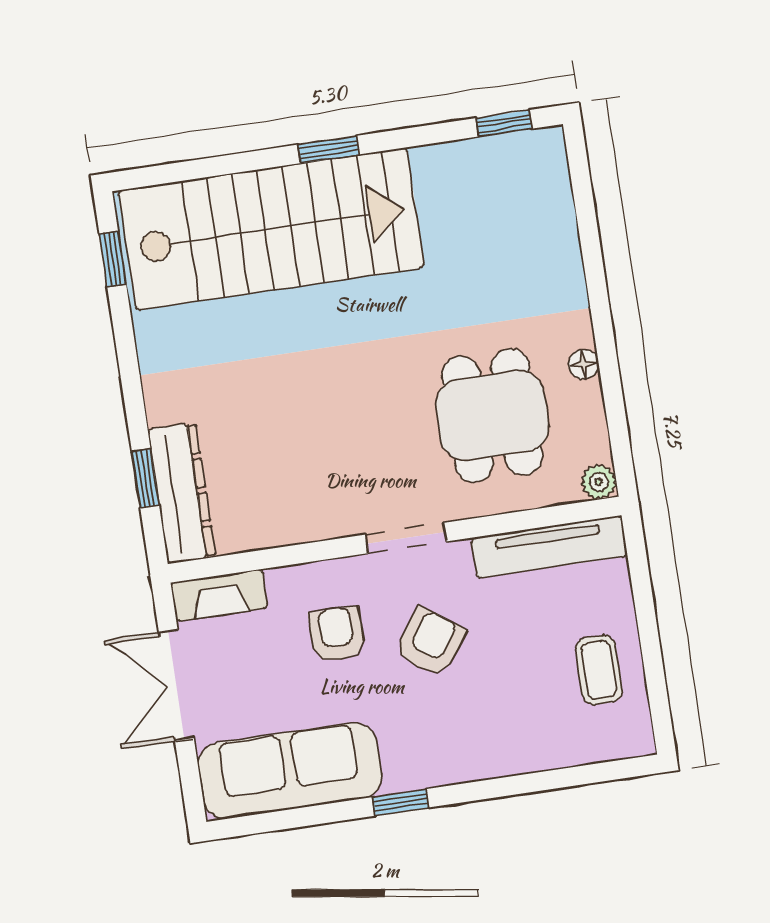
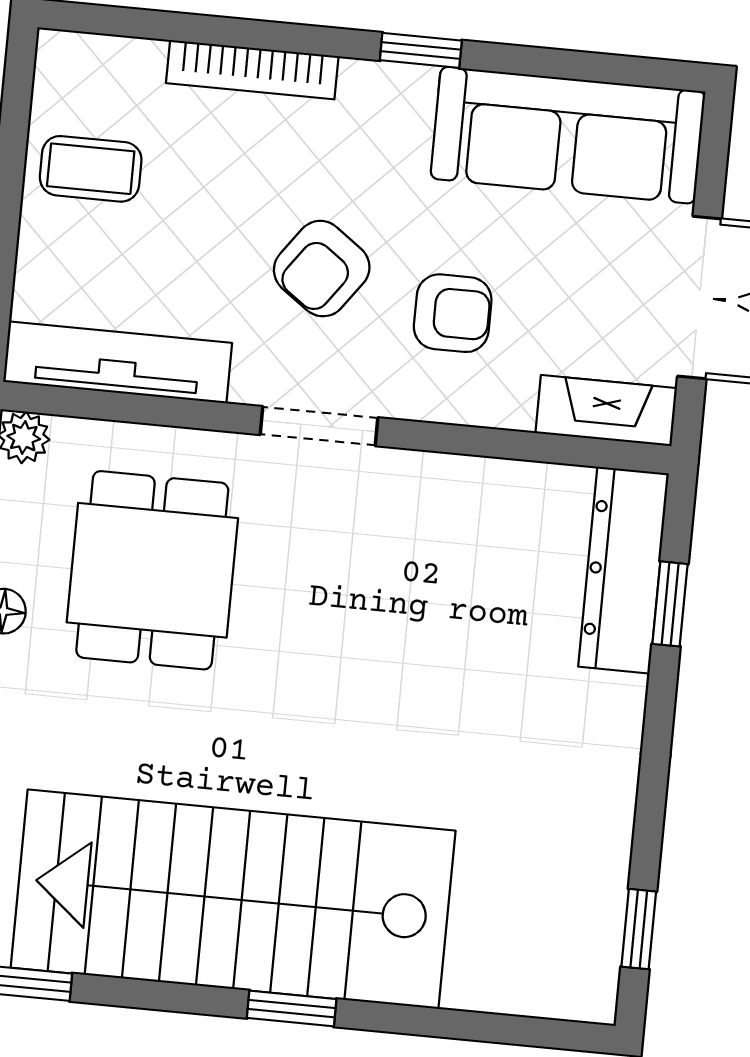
stairs: (271, 229) -> (233, 899), moved
armchair: (336, 634) -> (453, 313), turned -90
coffee table: (599, 670) -> (91, 169), turned 90
bookcase: (509, 762) -> (252, 70), added

